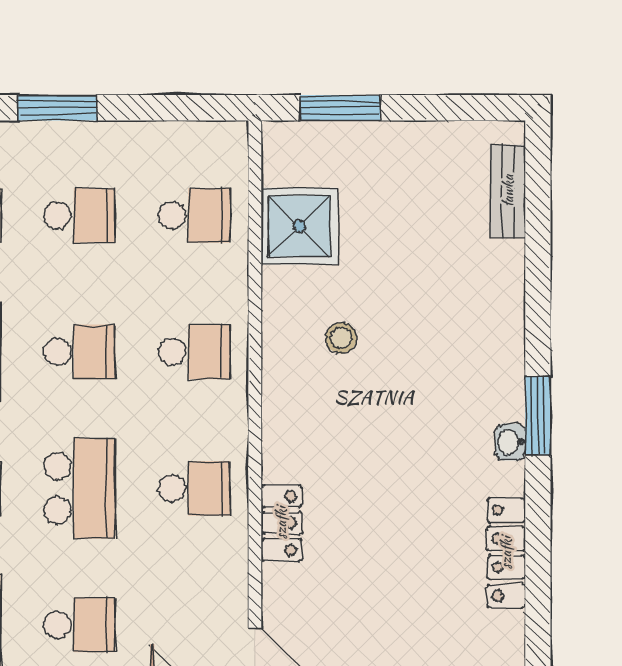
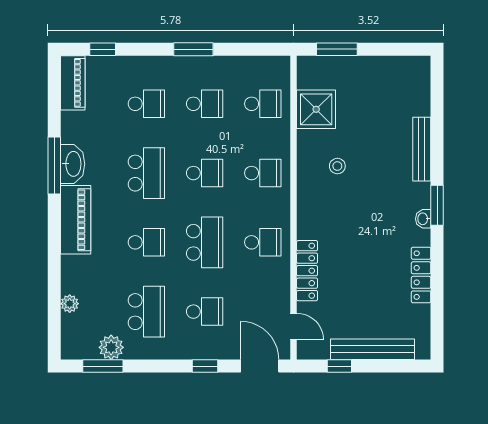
bench: (508, 191) -> (422, 149), moved, width x1.36
locker: (281, 523) -> (307, 271), width x1.53

